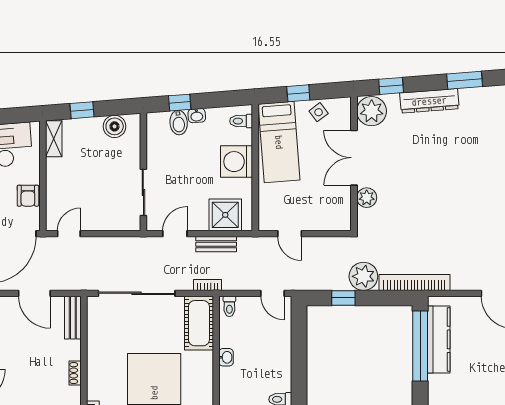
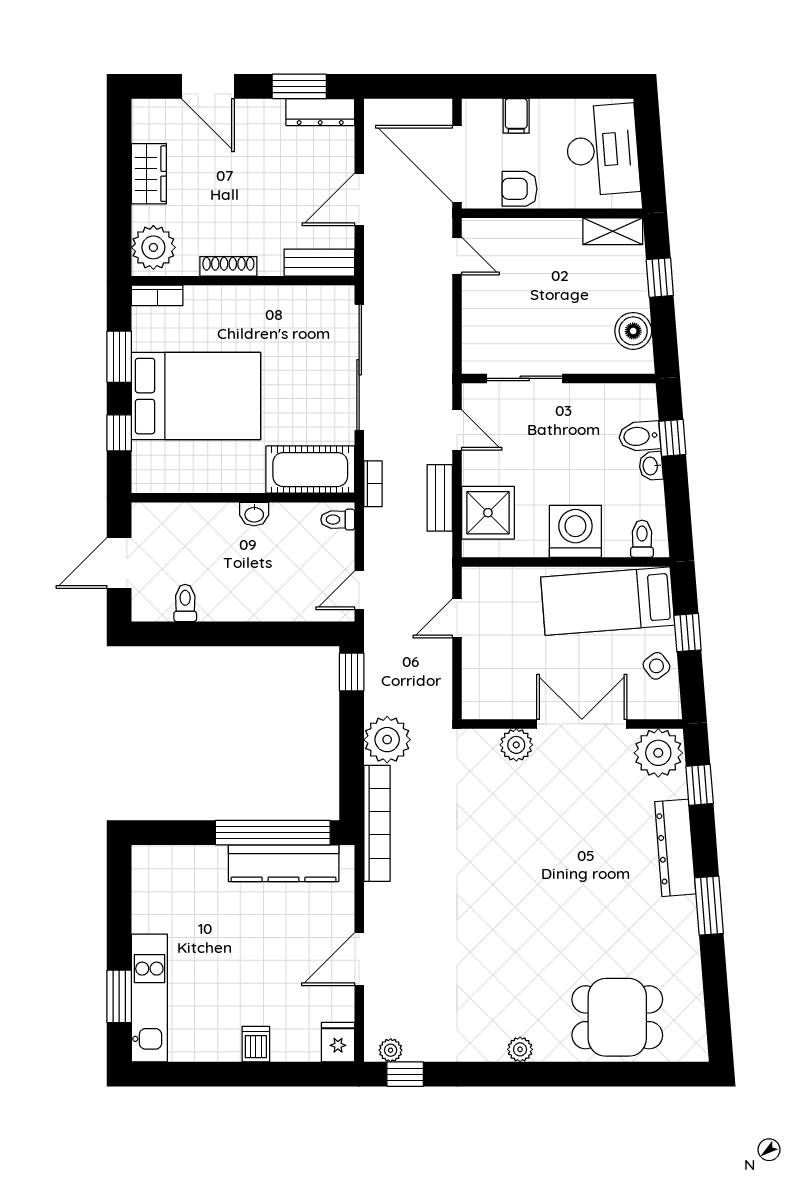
window: (343, 298) -> (352, 672), moved
shoe rack: (75, 373) -> (228, 266), width x1.43

